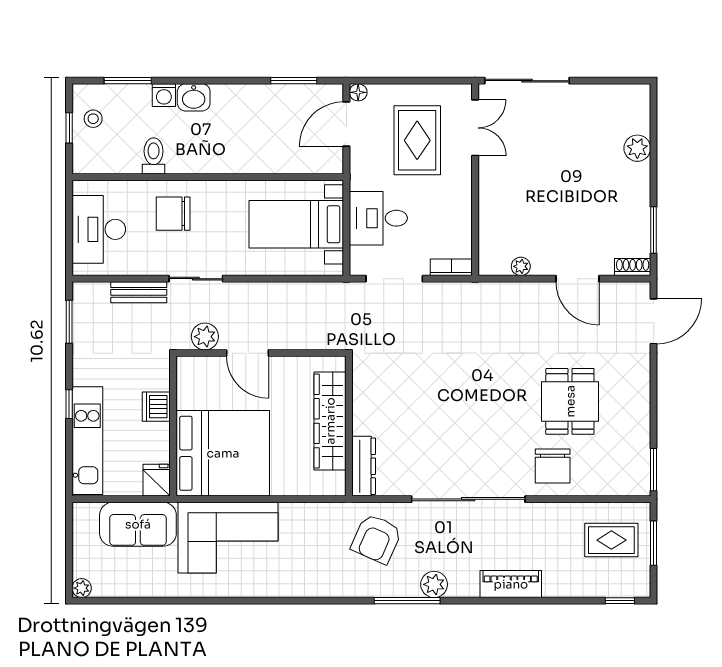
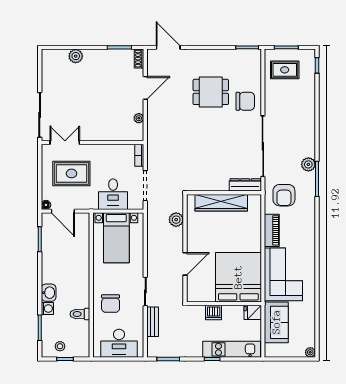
plant: (205, 337) -> (176, 220), moved
wardrobe: (330, 421) -> (221, 203), moved
wall: (349, 426) -> (224, 193), moved
dresser: (364, 466) -> (245, 185), moved
armchair: (376, 539) -> (284, 195), turned 66
rug: (611, 540) -> (285, 70), turned 90
piano: (511, 584) -> (272, 230), moved, turned 180

